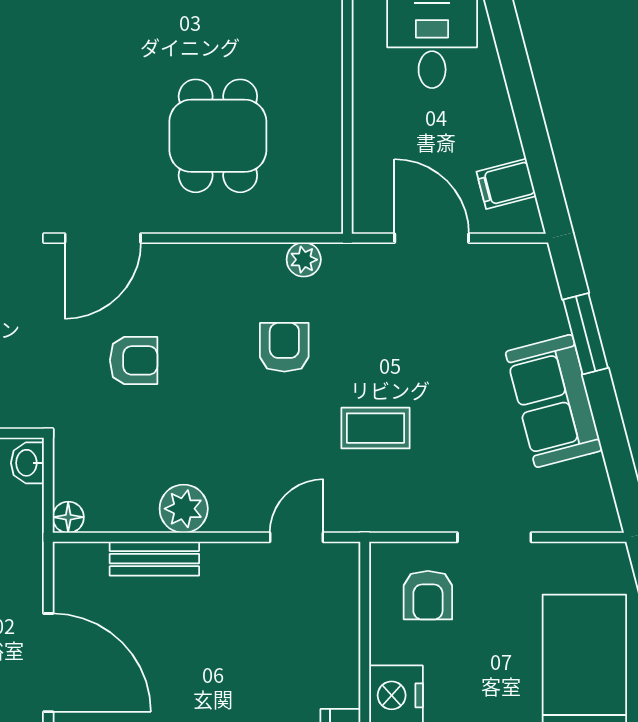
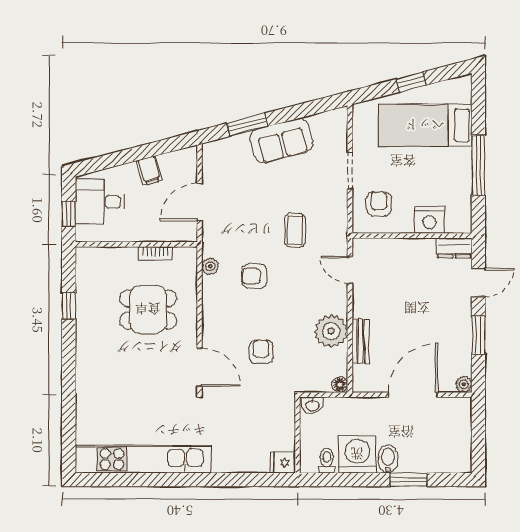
bookcase: (329, 150) -> (155, 253), added
filing cabinet: (506, 184) -> (149, 171), moved
plant: (184, 509) -> (331, 331), width x1.36, depth x1.36
armchair: (428, 595) -> (379, 204), turned -90

